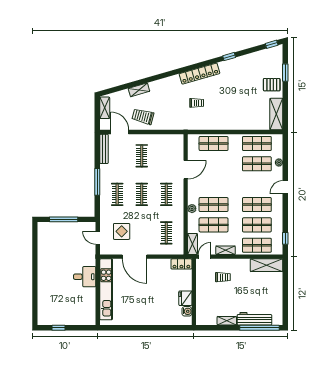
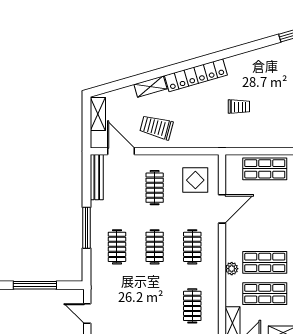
locker: (199, 74) -> (196, 75), moved
display table: (122, 231) -> (195, 180), moved

